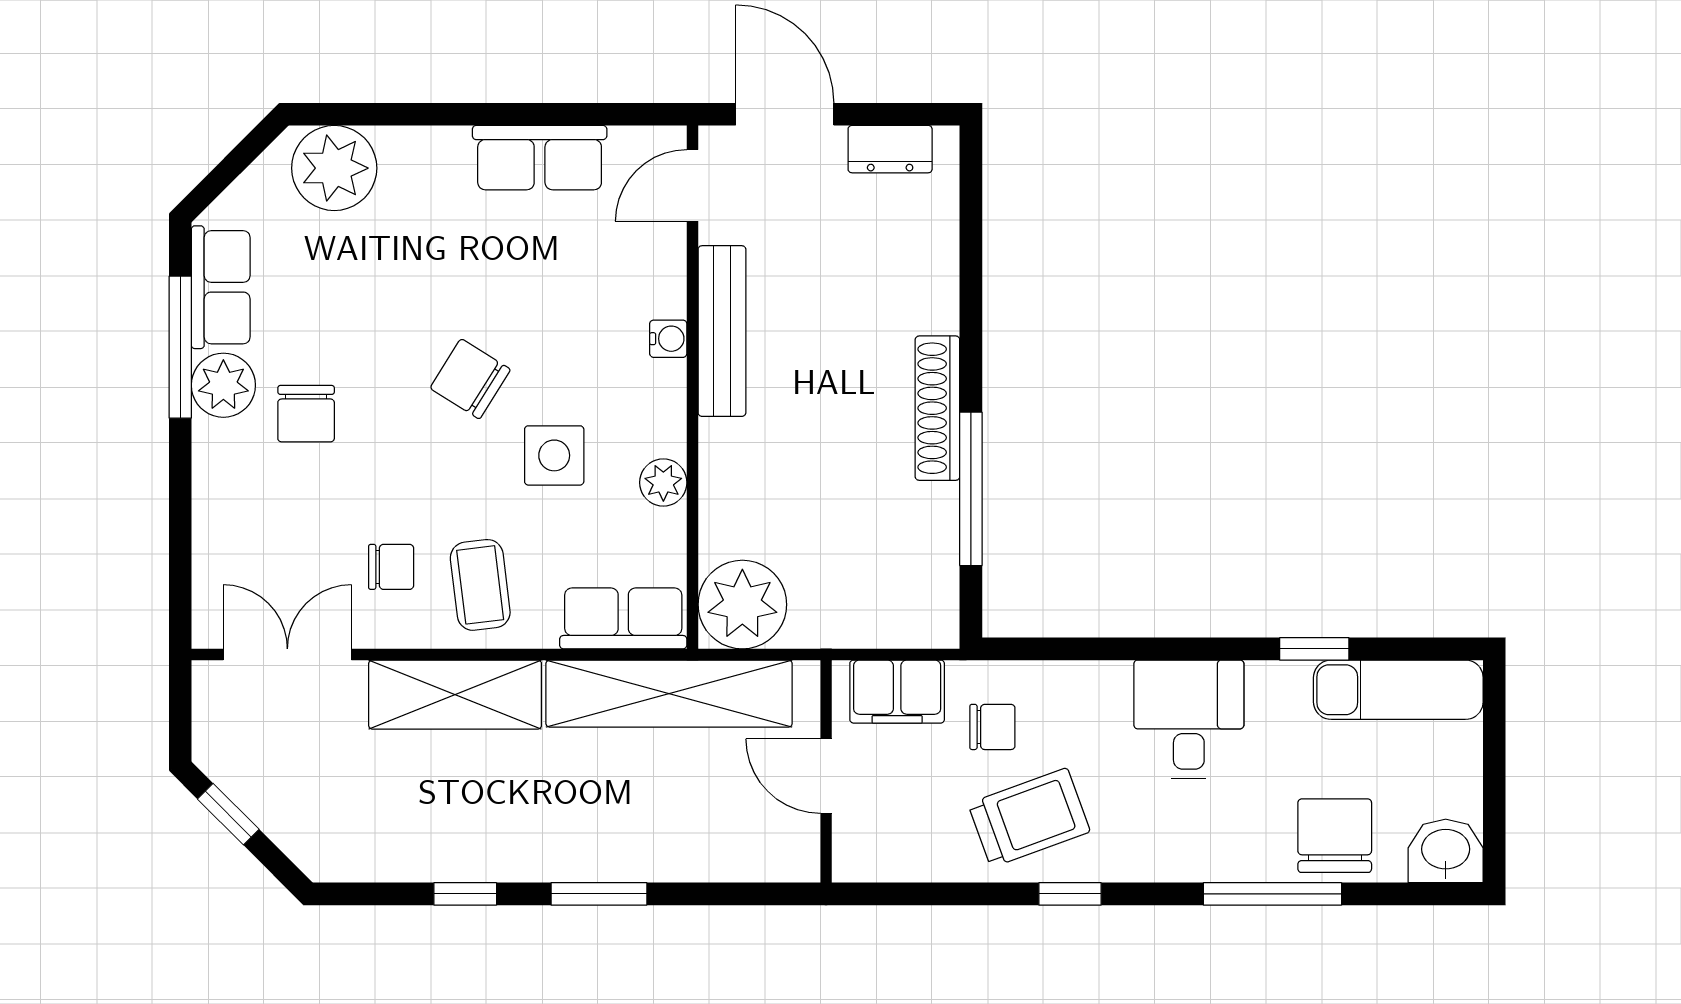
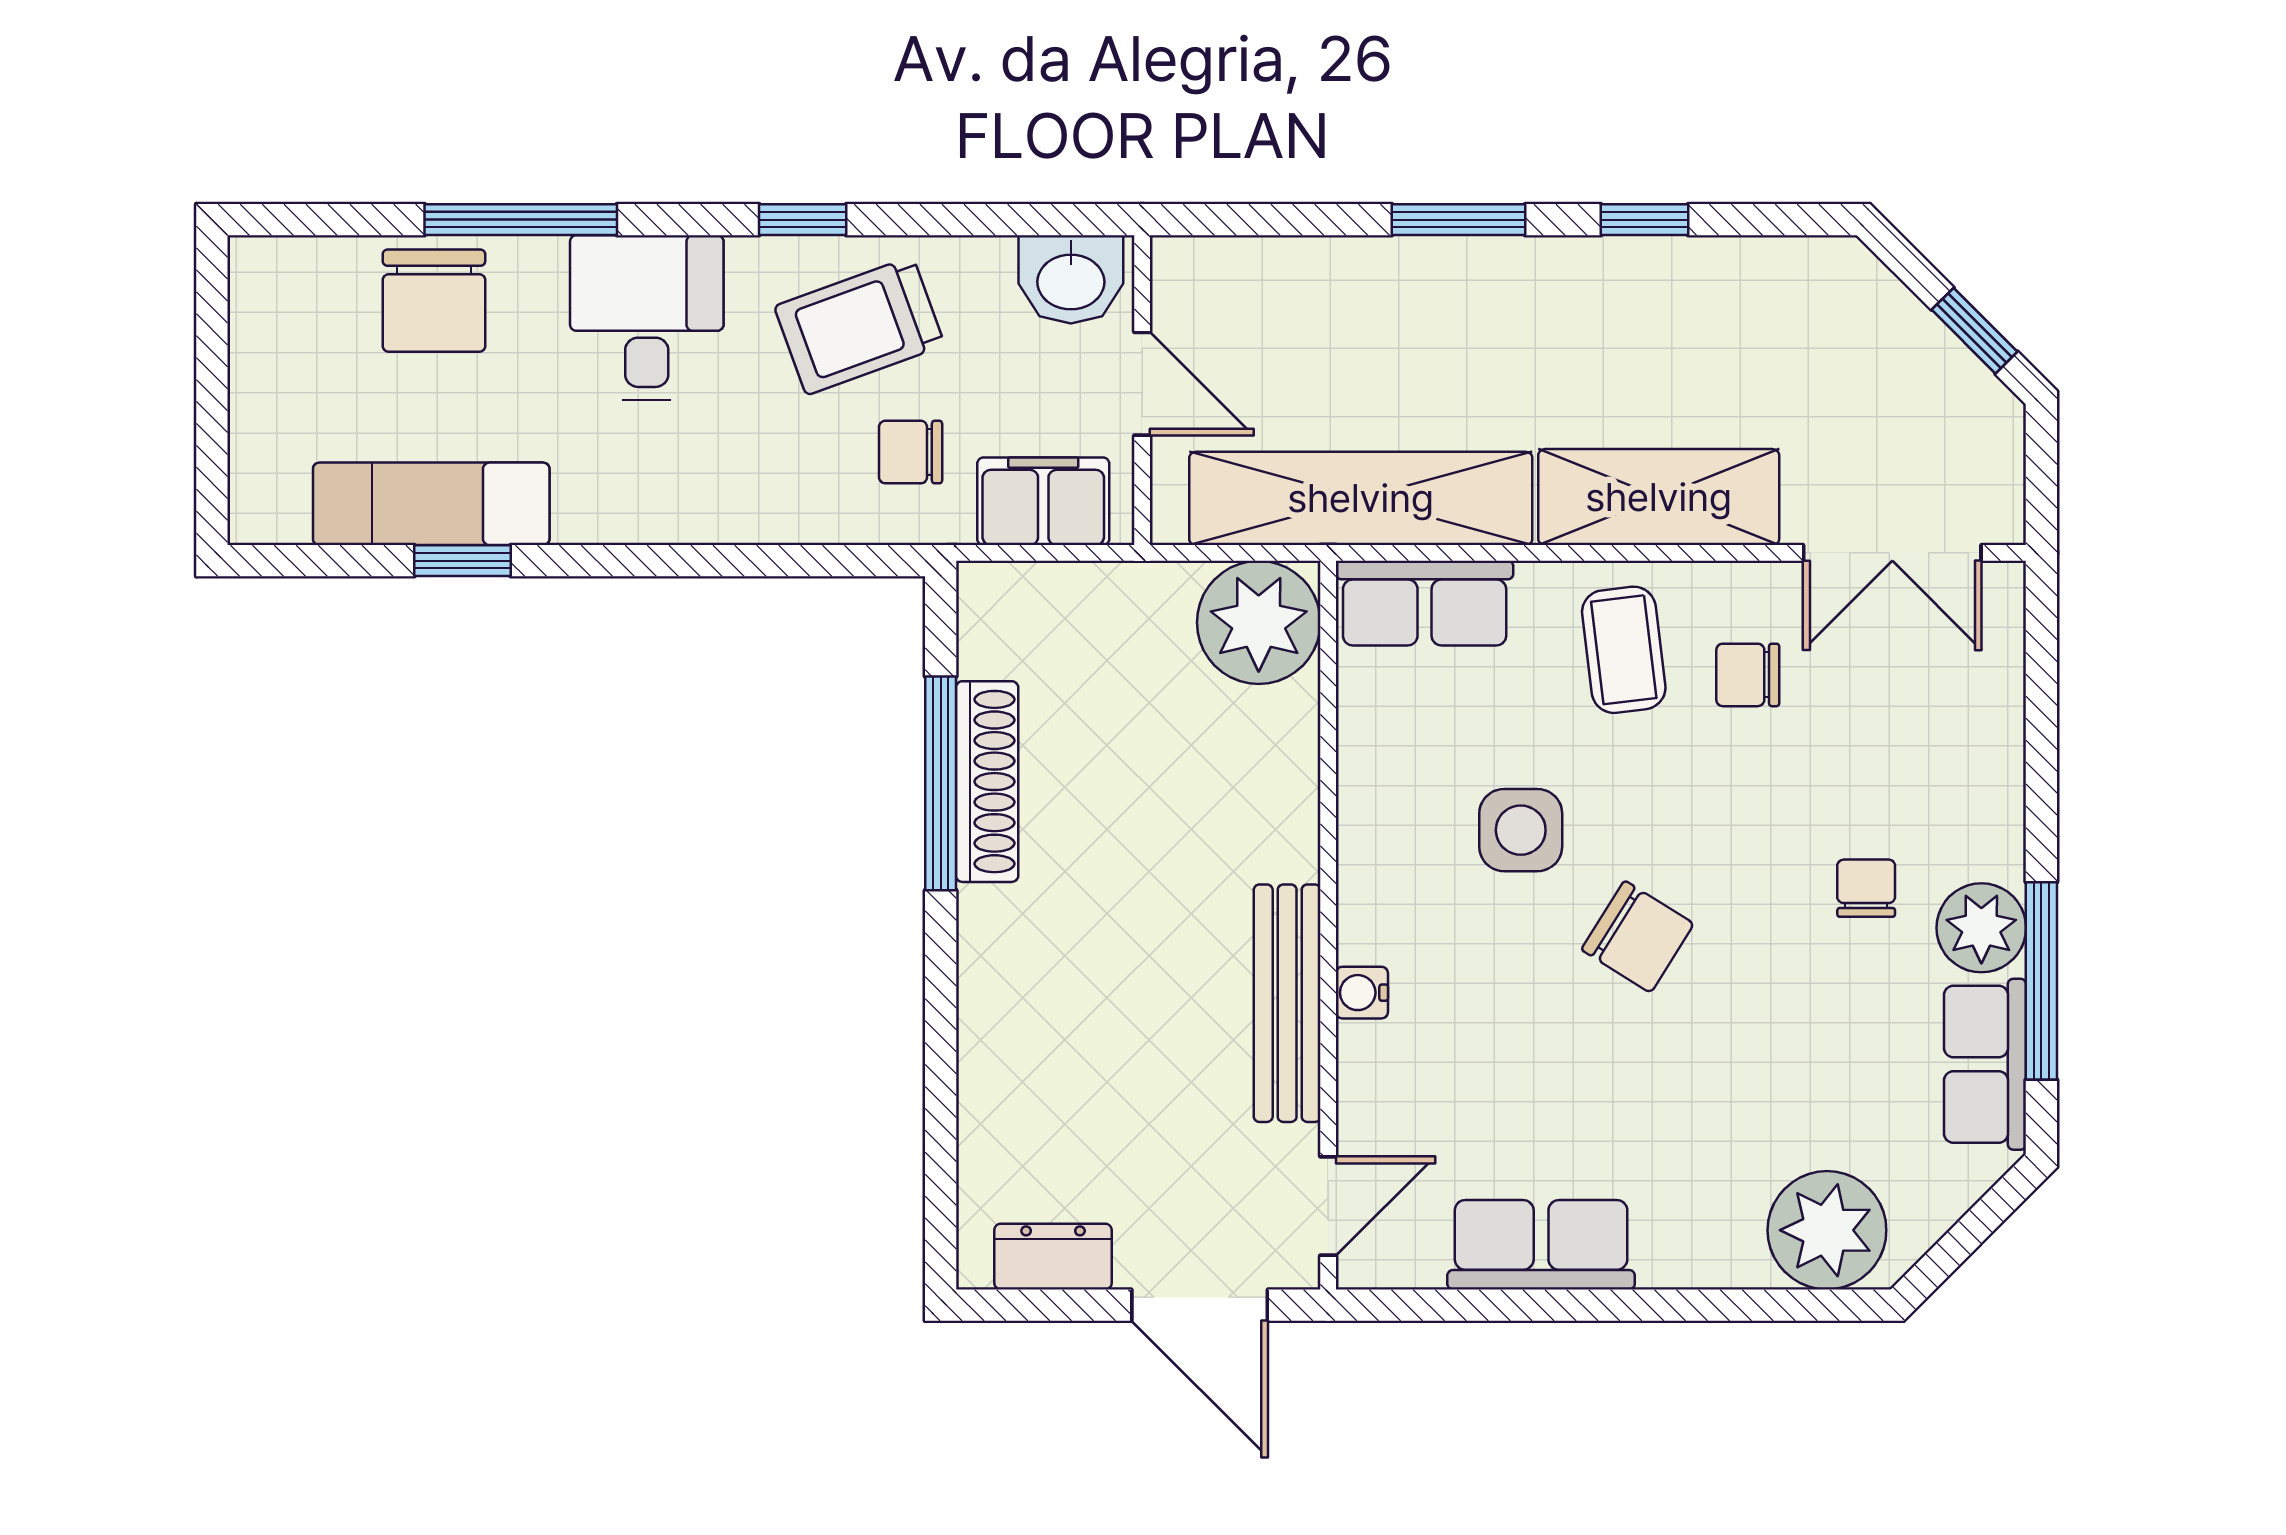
shoe rack: (937, 408) -> (987, 782), moved
chair: (306, 414) -> (1866, 888), width x0.73, depth x0.73
plant: (663, 483) -> (1369, 792), removed
exam couch: (1398, 690) -> (431, 504), moved
desk: (1189, 719) -> (647, 318), moved, turned 180
washbasin: (1446, 851) -> (1071, 279), moved

